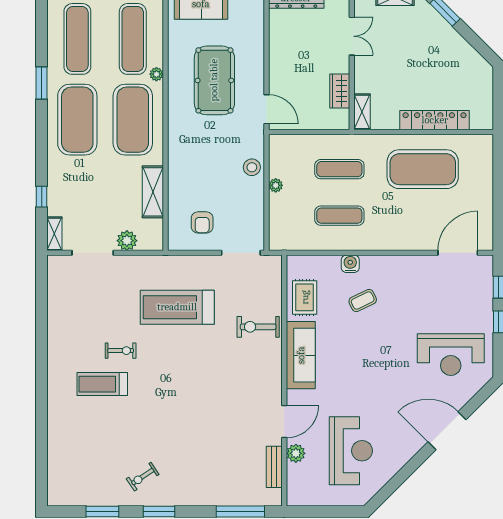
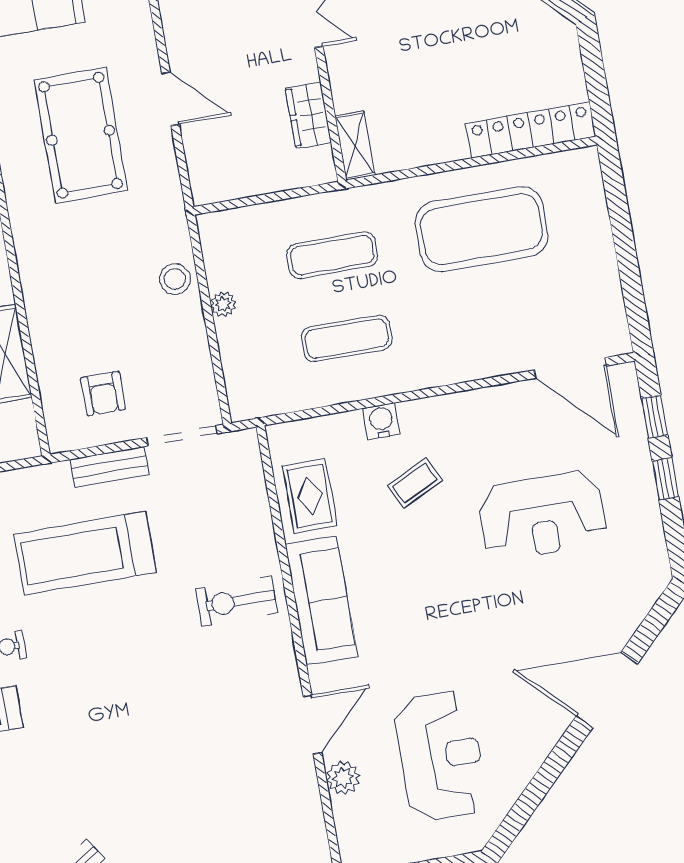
door: (267, 109) -> (171, 99), moved
locker: (435, 120) -> (531, 130), moved
door: (458, 253) -> (570, 368), swing flipped
exercise bike: (258, 327) -> (237, 601), moved
reception desk: (451, 355) -> (542, 516), moved
bench: (274, 467) -> (109, 467), moved, turned 90

